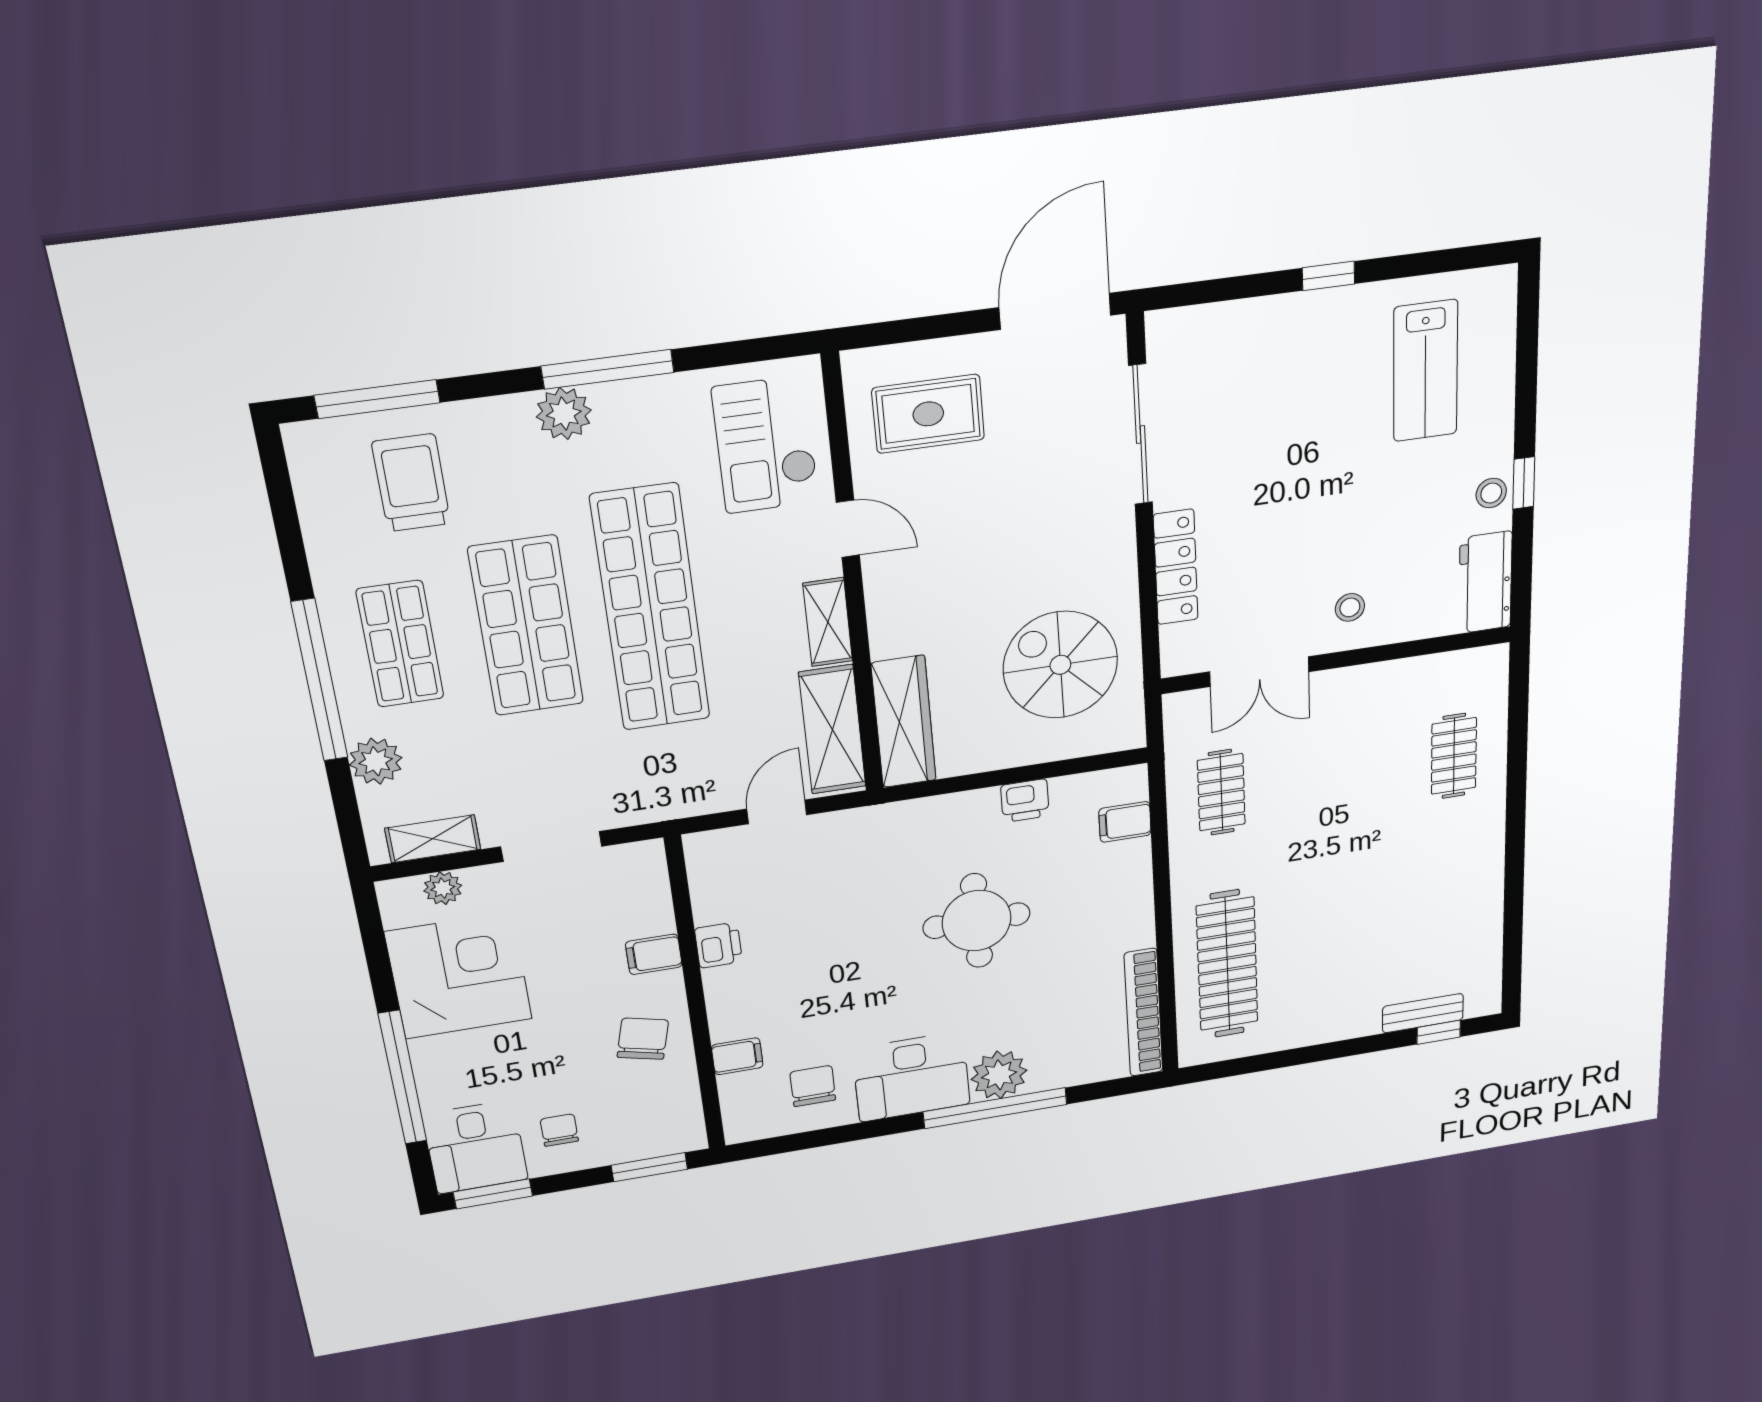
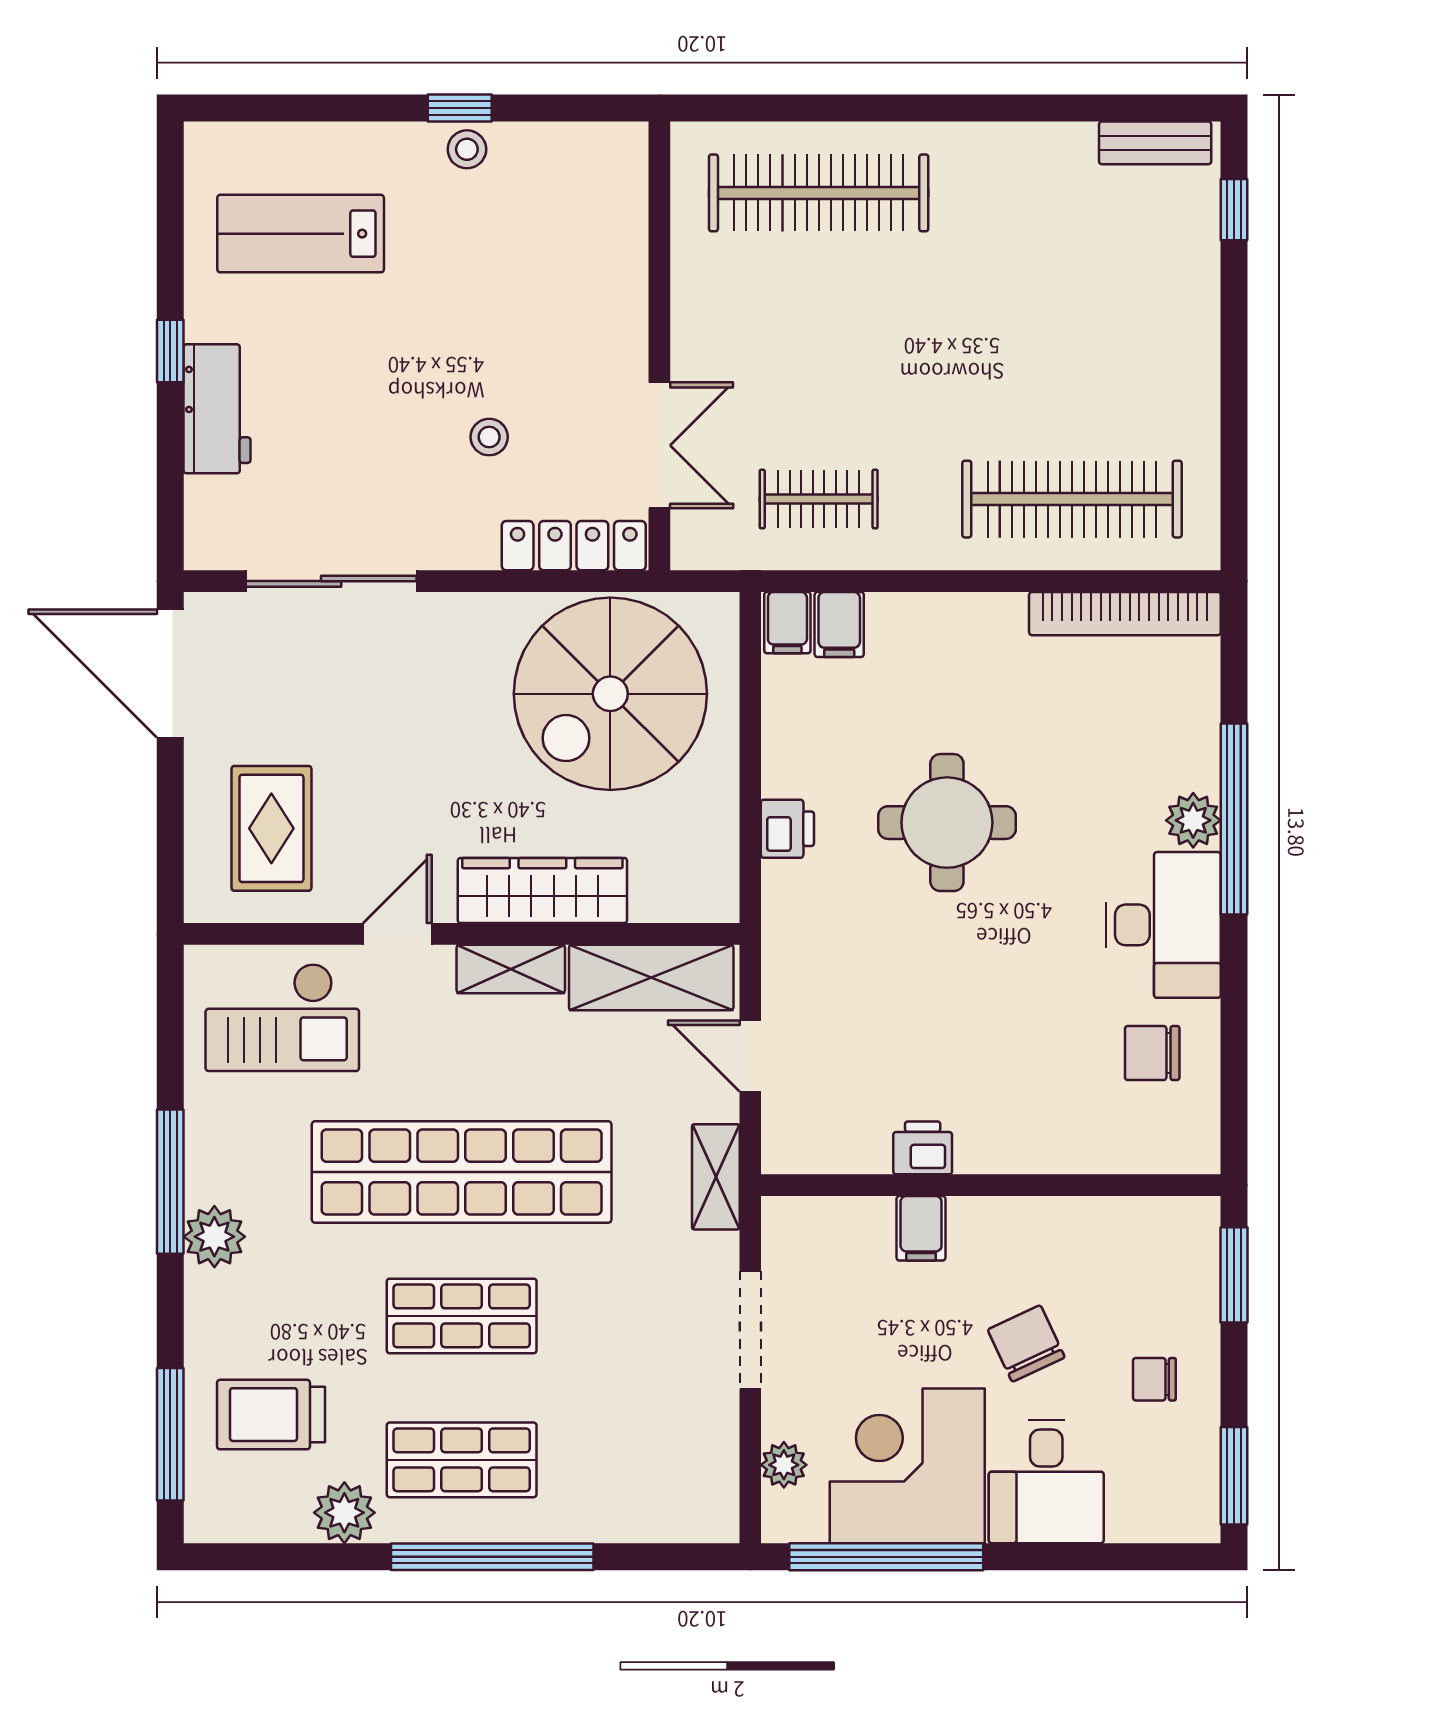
lab bench: (1426, 371) -> (301, 234), turned 180
locker: (1176, 567) -> (574, 546), moved
workbench: (1485, 582) -> (217, 409), moved, turned -90
stool: (1350, 607) -> (489, 437), moved
shop shelf: (526, 626) -> (462, 1316), width x0.70, depth x0.74
spiral stairs: (1060, 665) -> (610, 694), width x1.37, depth x1.37
wardrobe: (904, 722) -> (542, 891), moved
clothes rail: (1454, 756) -> (819, 193), width x1.86, depth x1.31
plant: (376, 761) -> (344, 1513), moved
printer: (1025, 801) -> (787, 829), moved
shelving: (433, 839) -> (716, 1177), moved
bench: (1423, 1013) -> (1155, 143), moved, turned 90
chair: (643, 1039) -> (1026, 1343), moved, turned 51
filing cabinet: (737, 1056) -> (787, 623), moved, turned 180
plant: (999, 1075) -> (1193, 820), width x0.73, depth x0.73
window: (403, 1078) -> (886, 1557), moved
desk: (475, 1147) -> (1046, 1481), moved, turned 90

